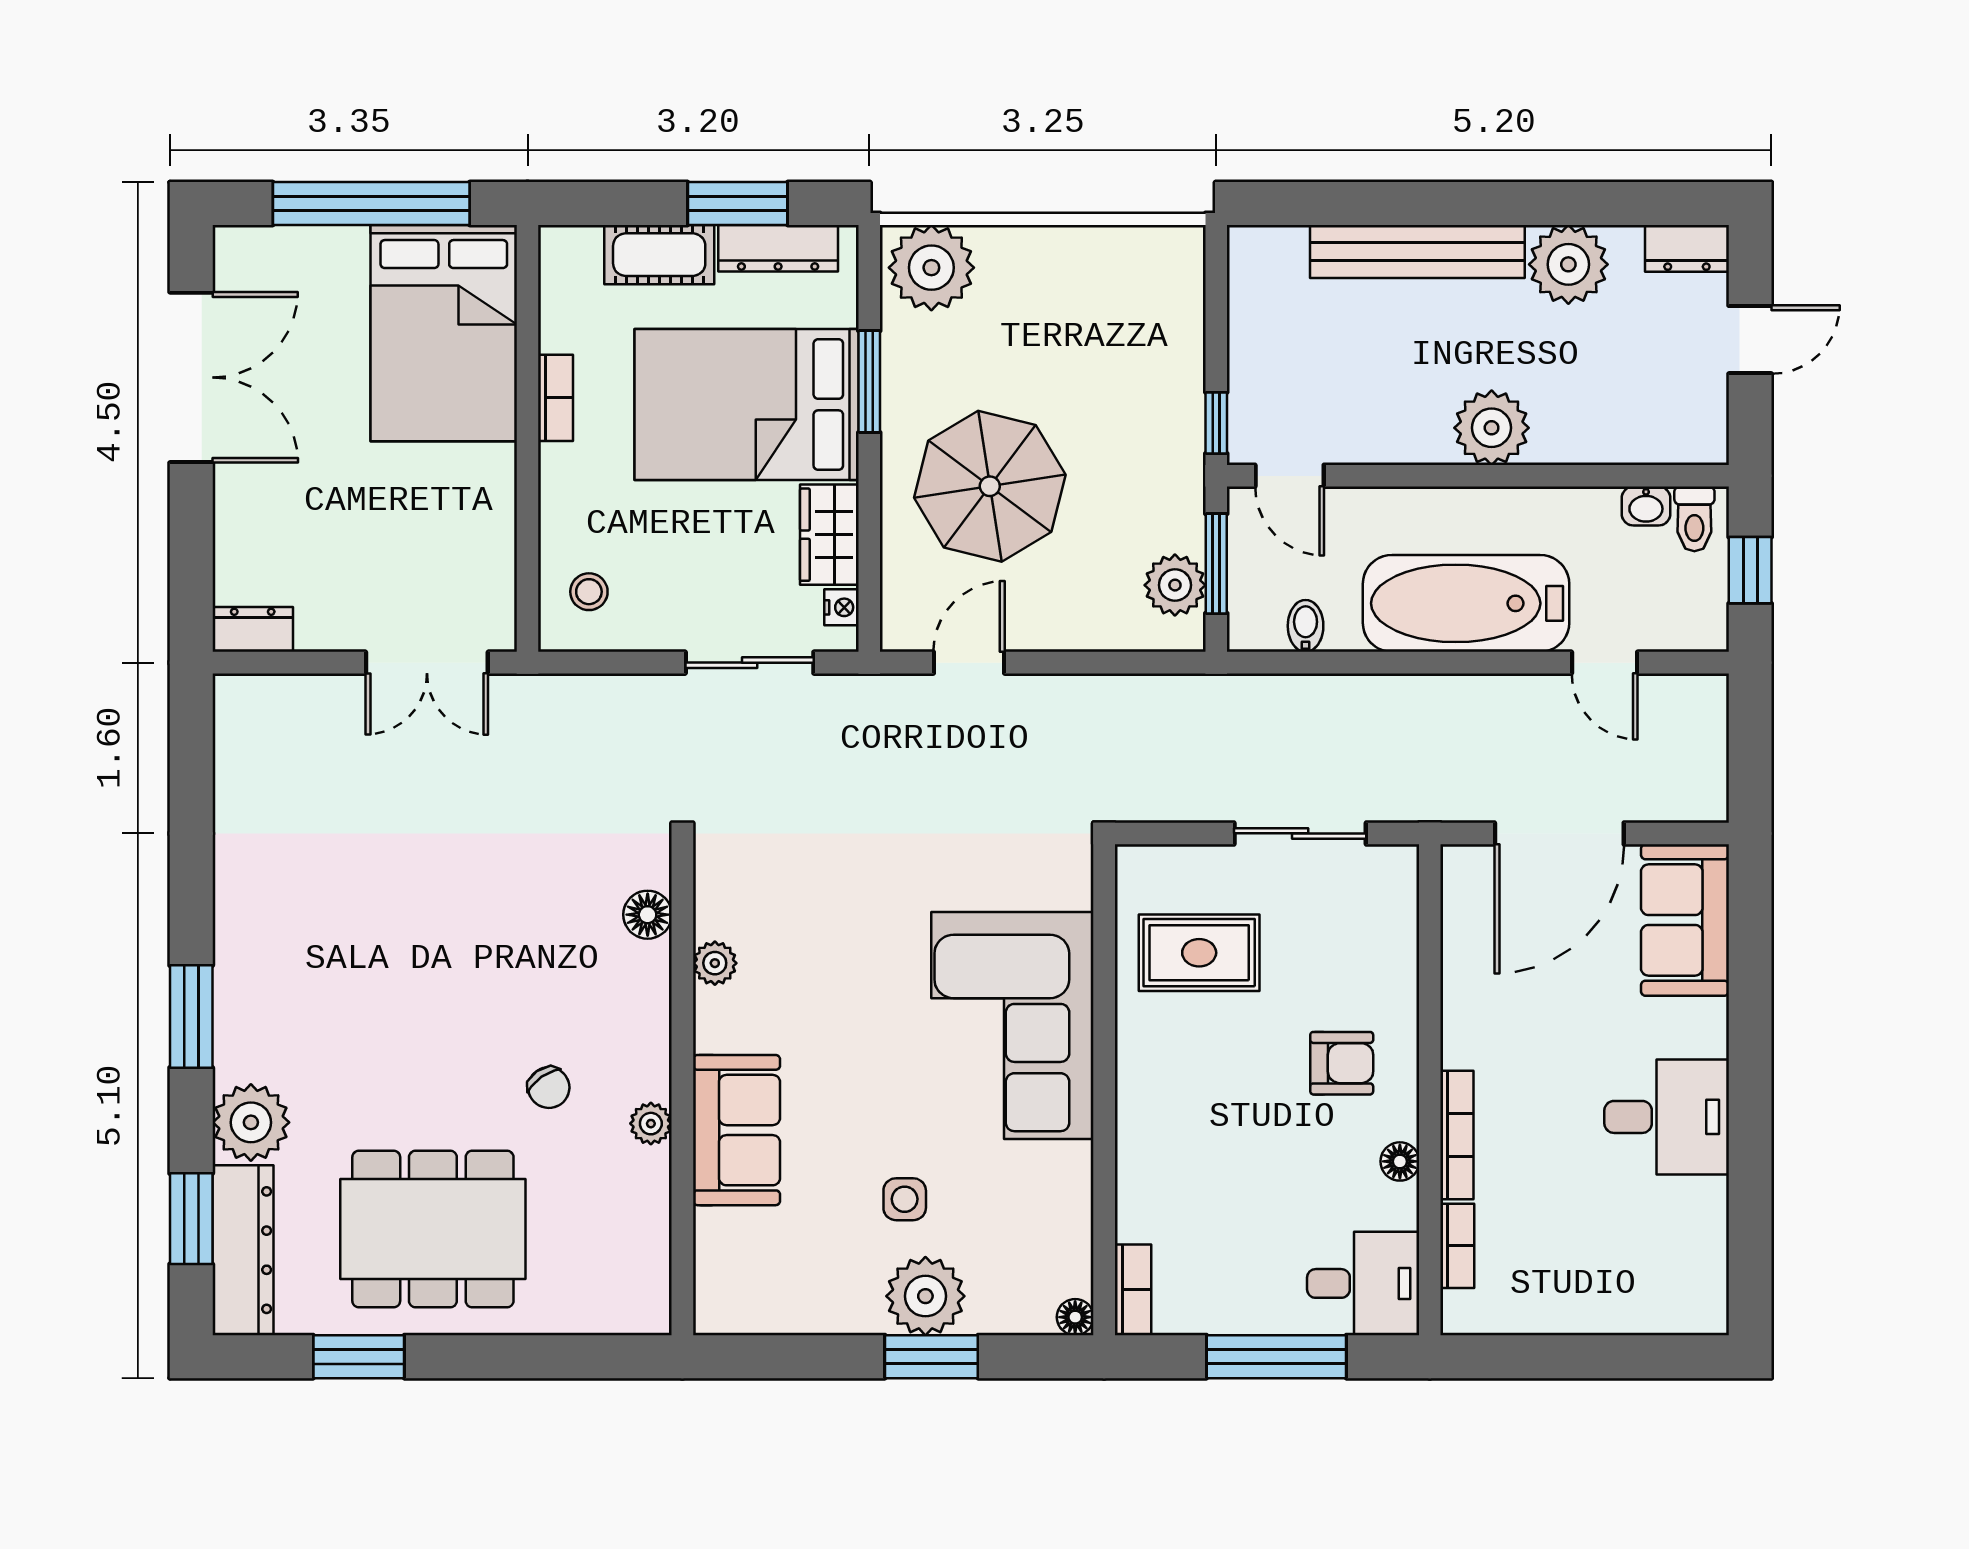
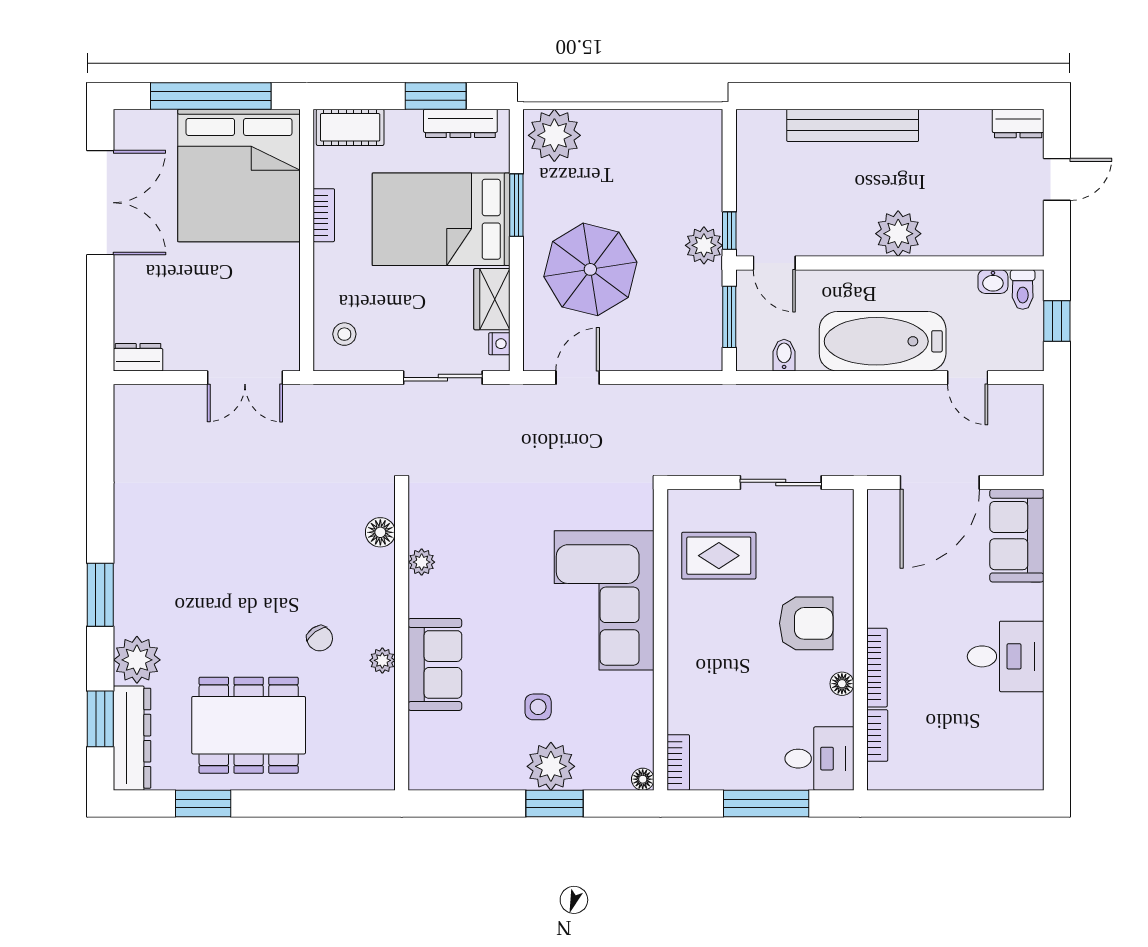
cot: (659, 255) -> (350, 127), moved
plant: (1568, 264) -> (945, 133), removed
bed: (444, 333) -> (239, 175), width x1.36
plant: (1175, 585) -> (704, 245), moved
armchair: (1342, 1063) -> (806, 623), width x1.38, depth x1.38

